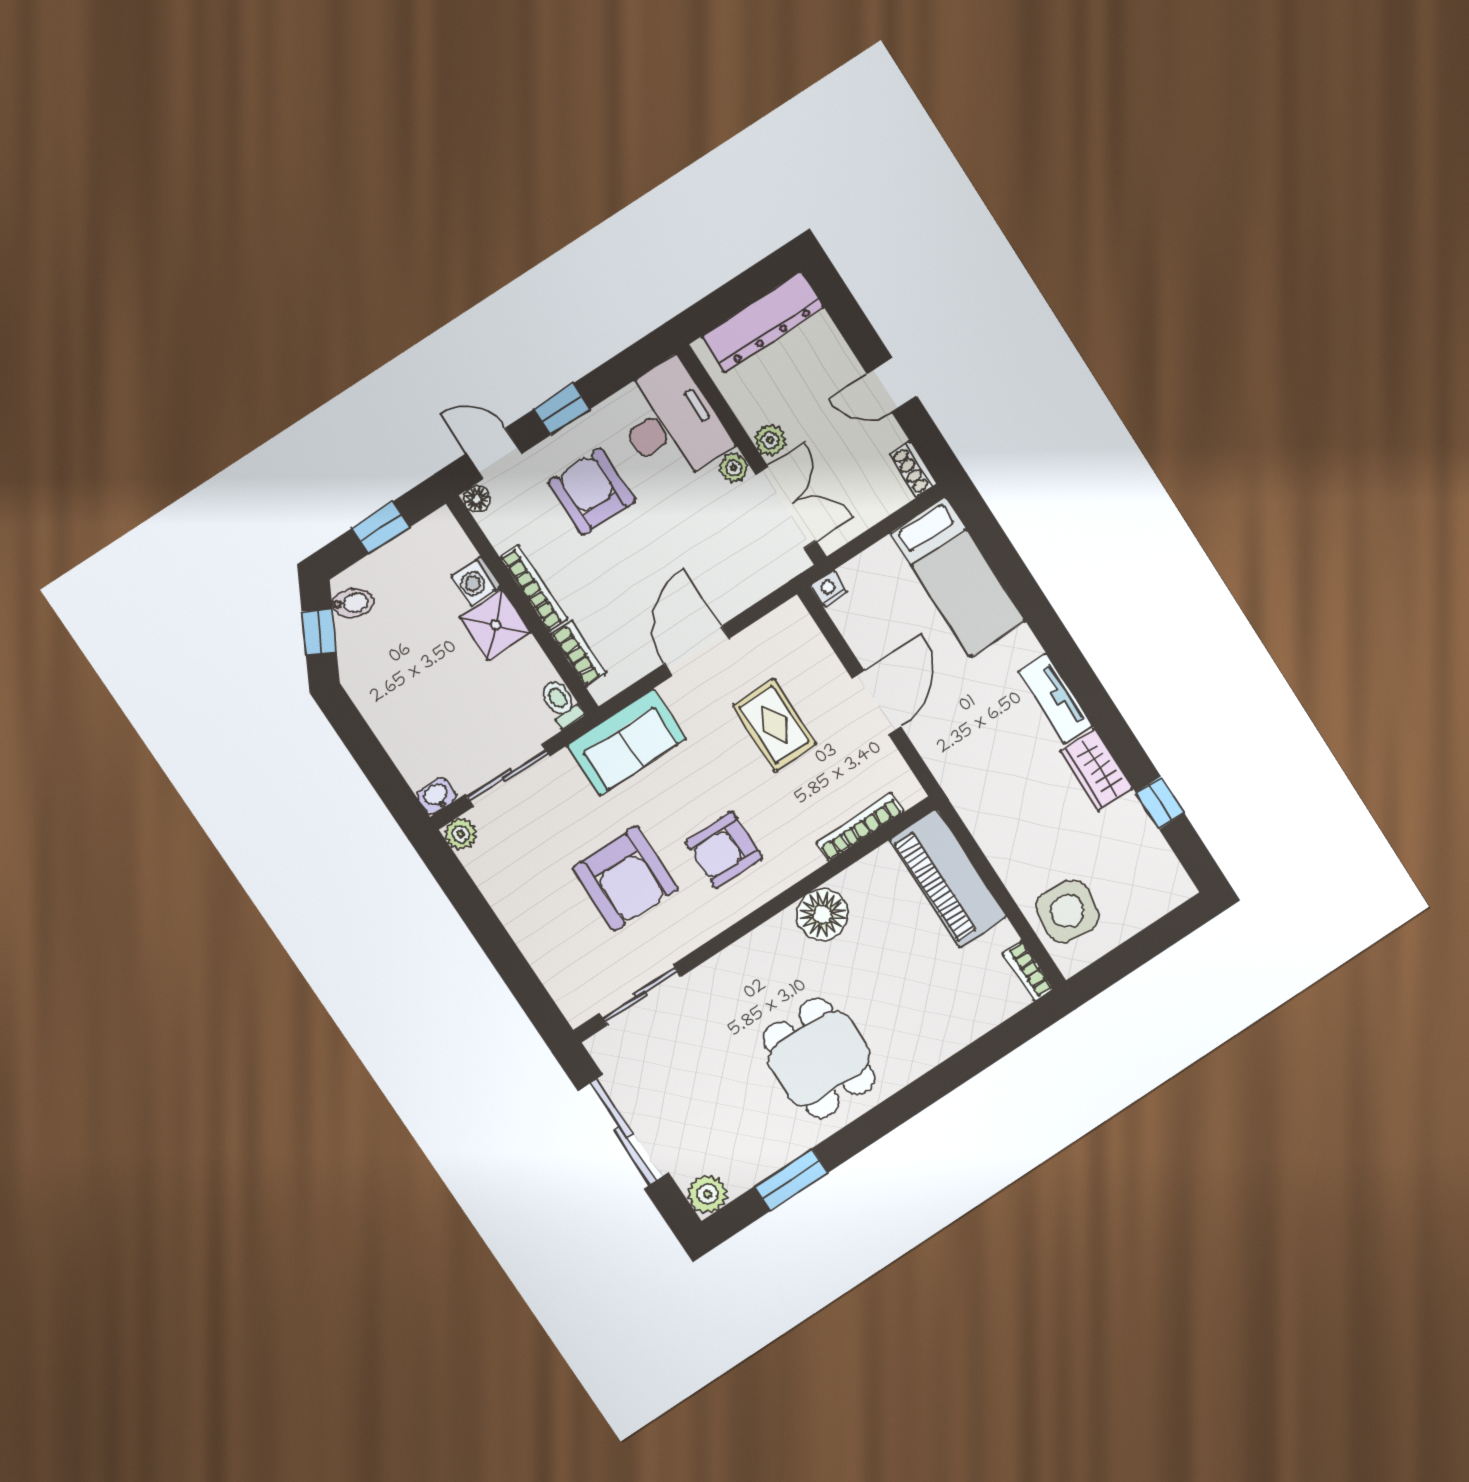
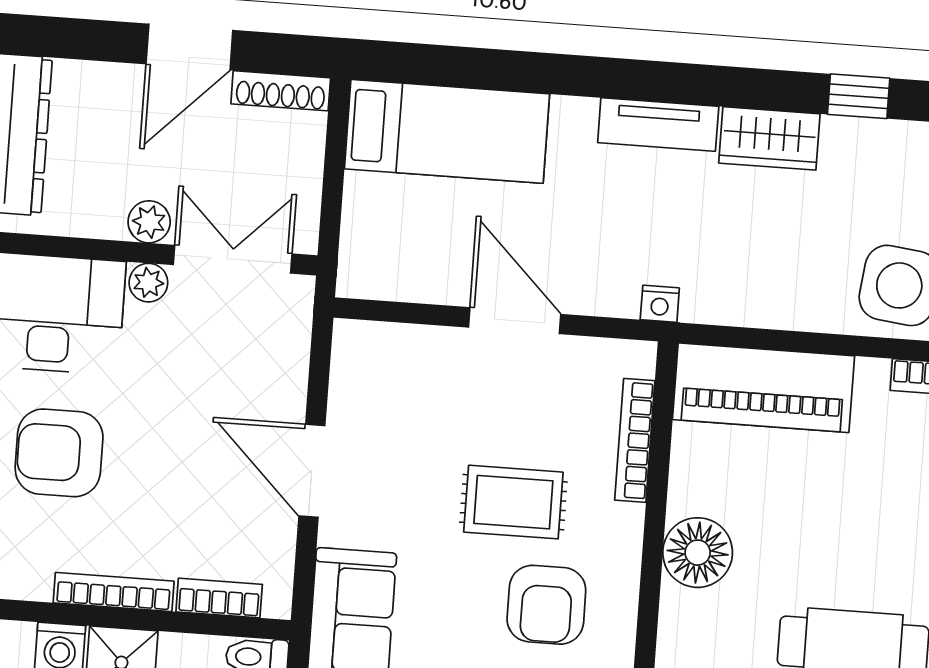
door: (892, 385) -> (189, 47), width x1.38
shoe rack: (913, 469) -> (281, 91), width x1.43
nightstand: (829, 589) -> (660, 304), moved, turned -90
rug: (774, 725) -> (513, 502), moved

